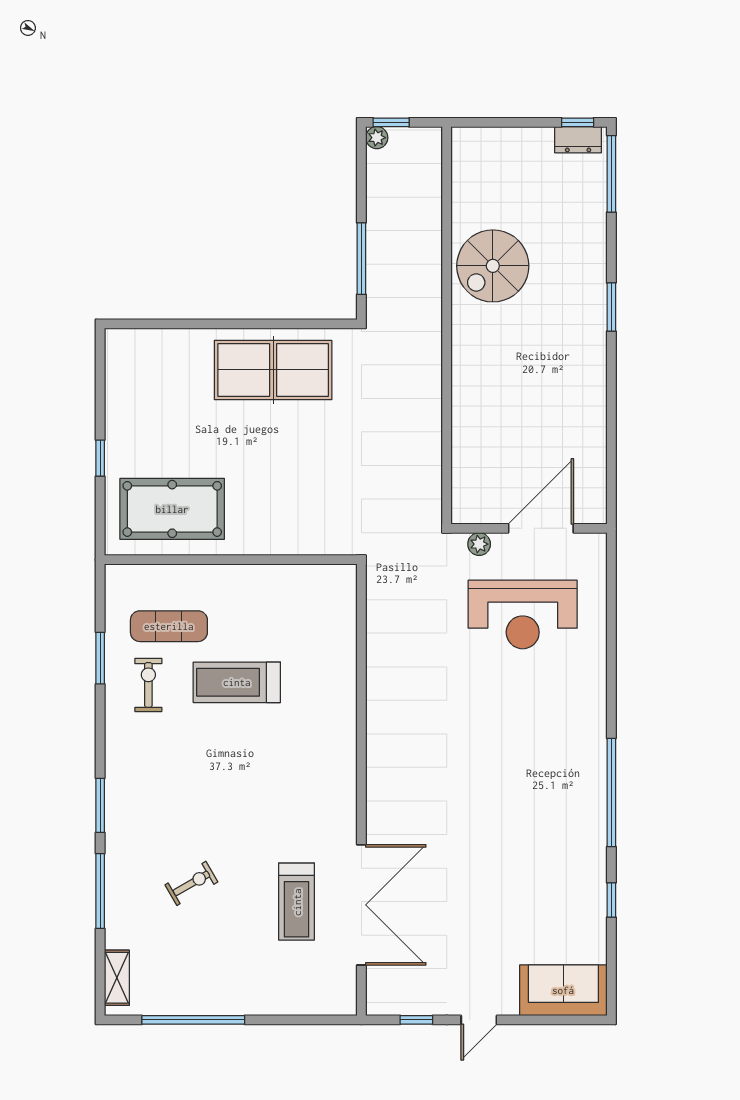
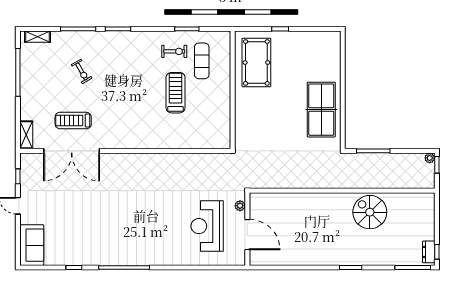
shelving: (327, 1002) -> (26, 135), added

